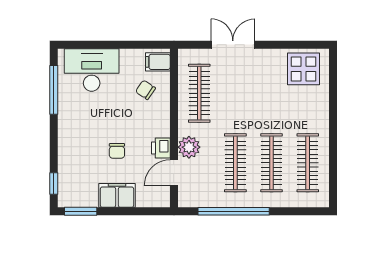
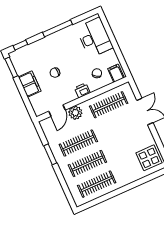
window: (54, 90) -> (58, 28), moved
printer: (161, 148) -> (82, 90), moved
door: (174, 173) -> (57, 111), swing flipped
window: (234, 211) -> (50, 154), width x0.47

